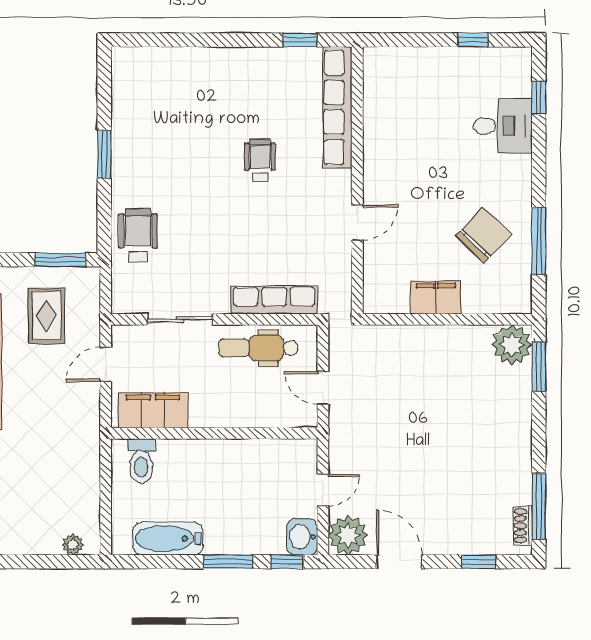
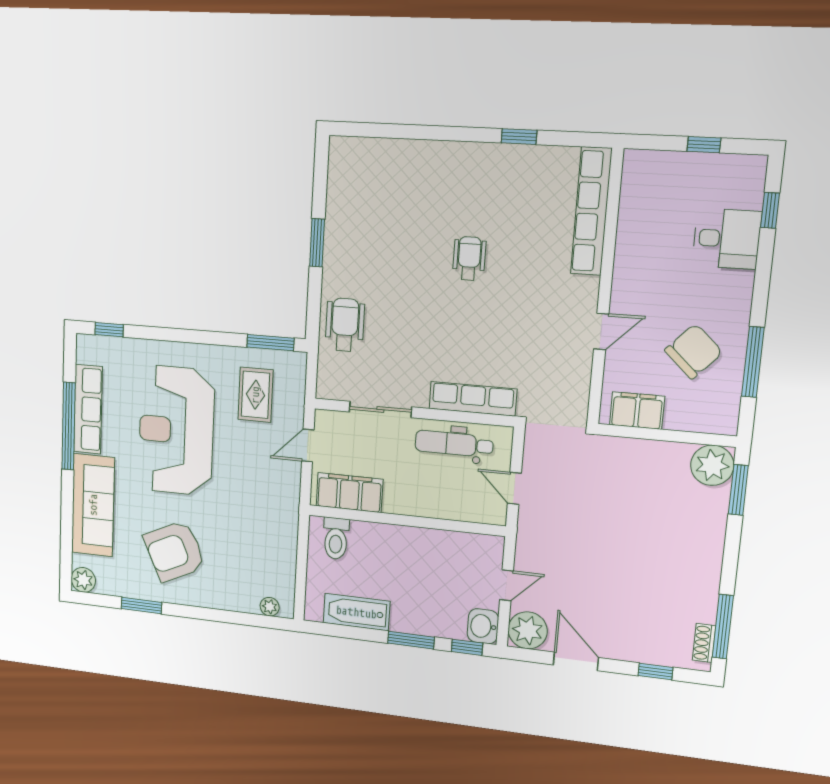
row of seats: (338, 107) -> (591, 211), moved
wall: (357, 180) -> (605, 288), moved
door: (357, 223) -> (601, 331), moved

